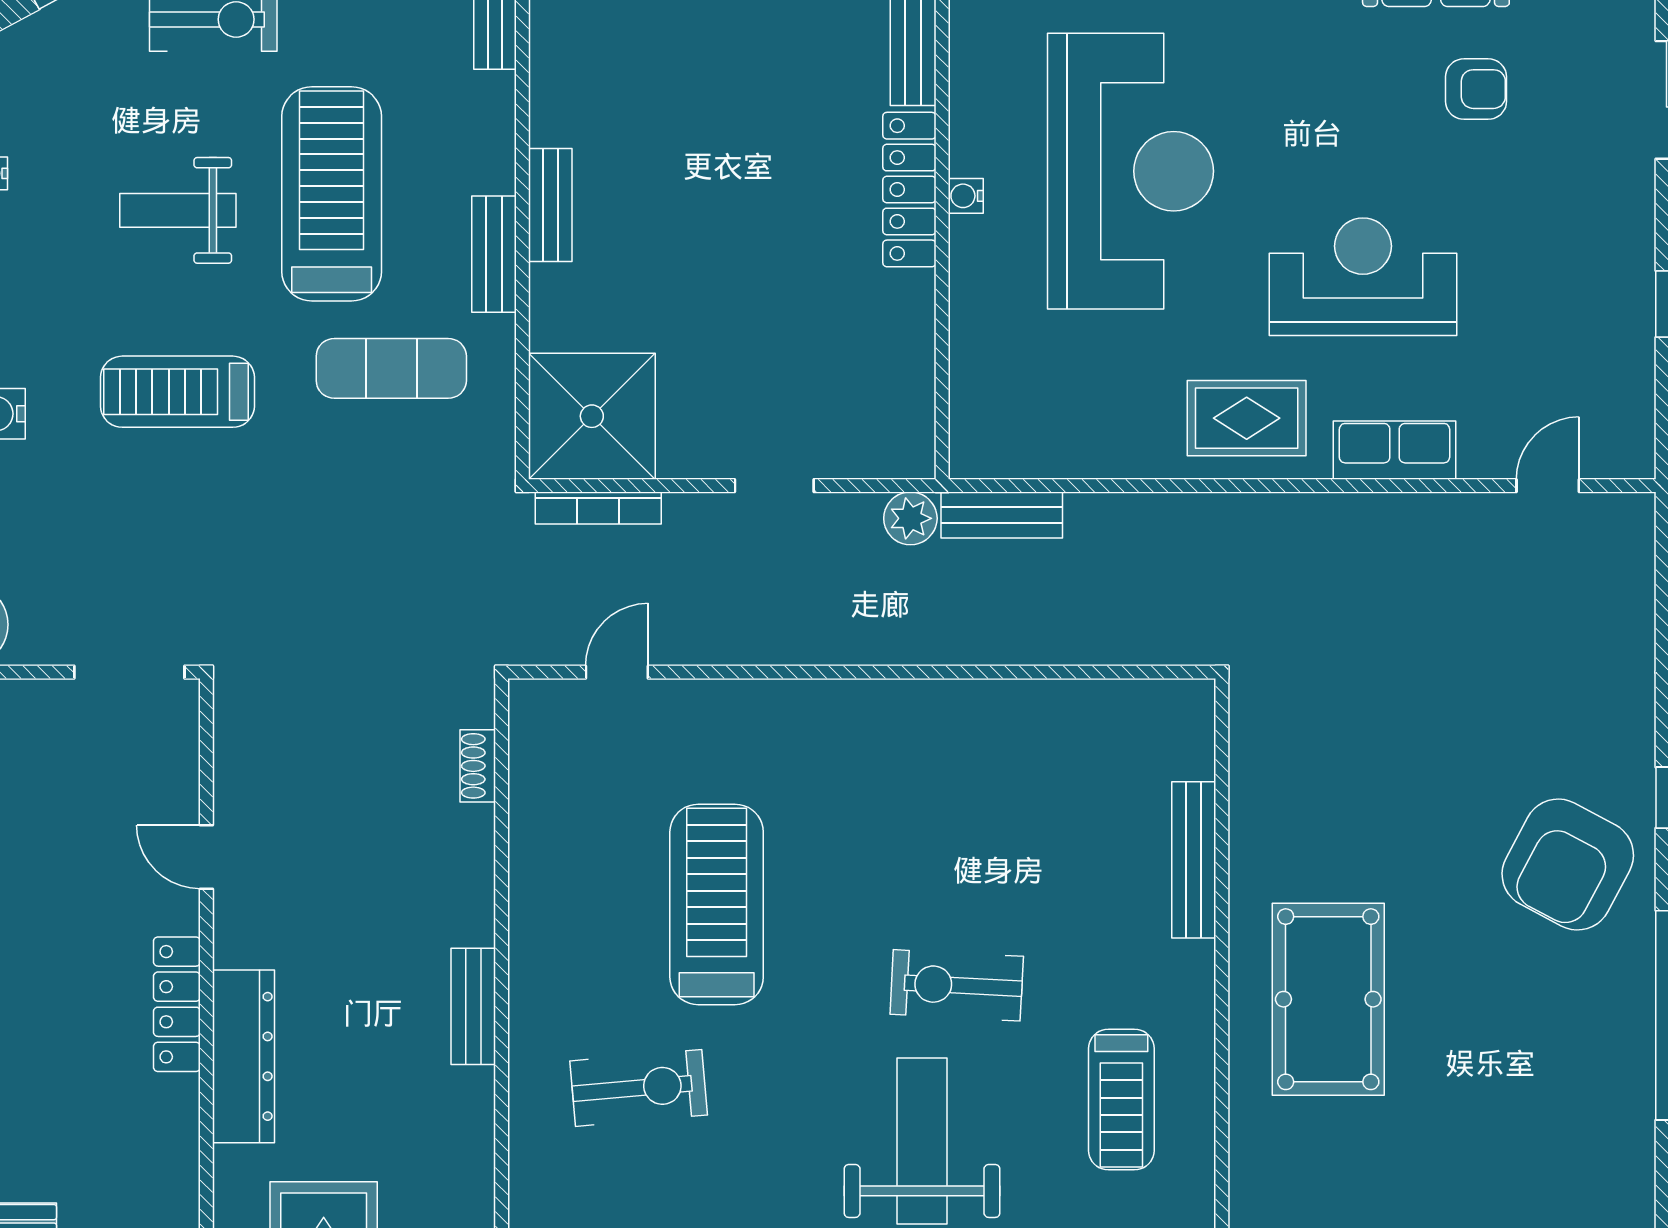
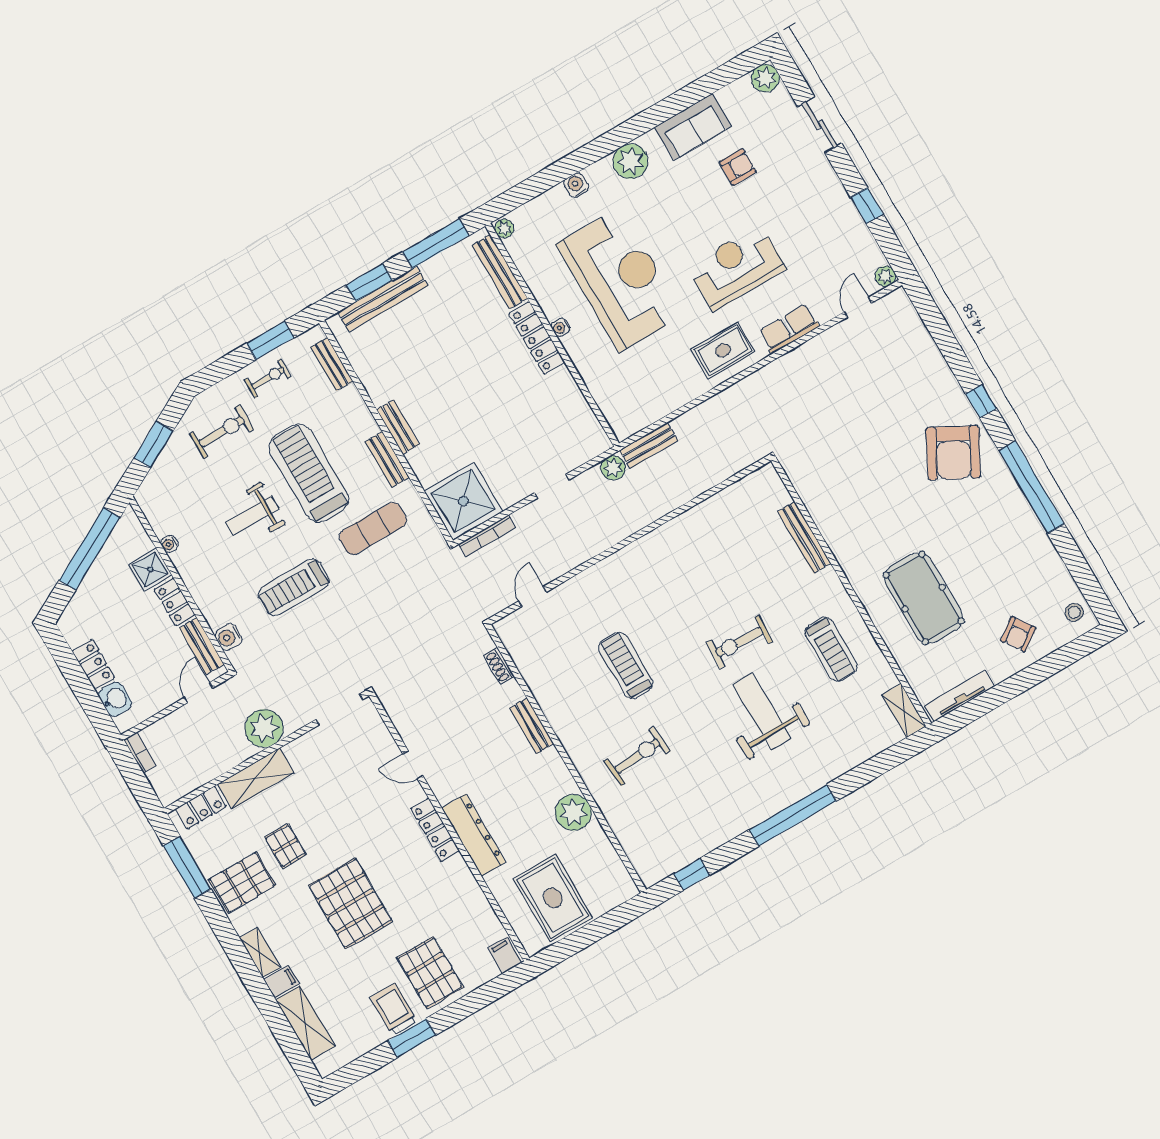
plant: (1634, 457) -> (885, 276), added
treadmill: (717, 904) -> (626, 666), width x0.73, depth x0.73
pool table: (1328, 999) -> (924, 598), moved
bench: (473, 1006) -> (532, 726), moved
plant: (456, 1124) -> (573, 812), added

